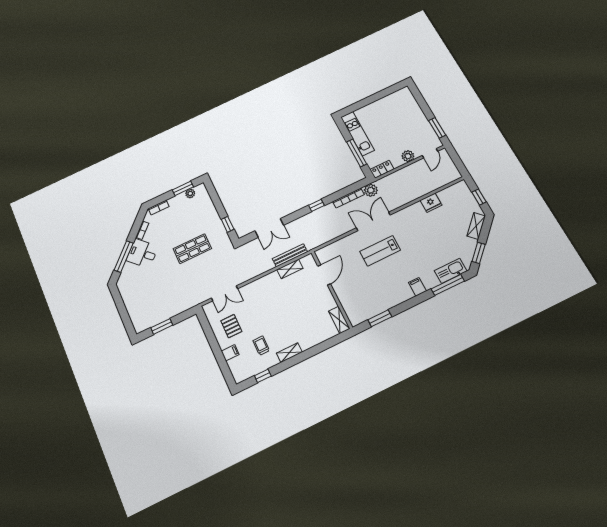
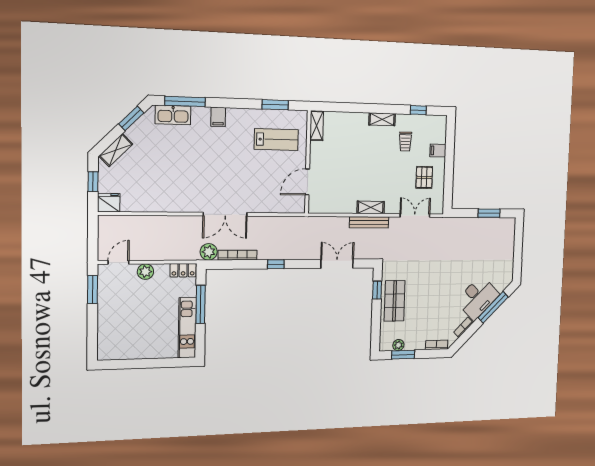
fridge: (431, 203) -> (109, 203), moved
shop shelf: (192, 249) -> (395, 301), moved, turned 90
lab bench: (380, 251) -> (276, 140), moved
desk: (142, 253) -> (478, 298), width x1.37
bench: (290, 255) -> (369, 222), moved
shelving: (290, 269) -> (371, 207), moved

